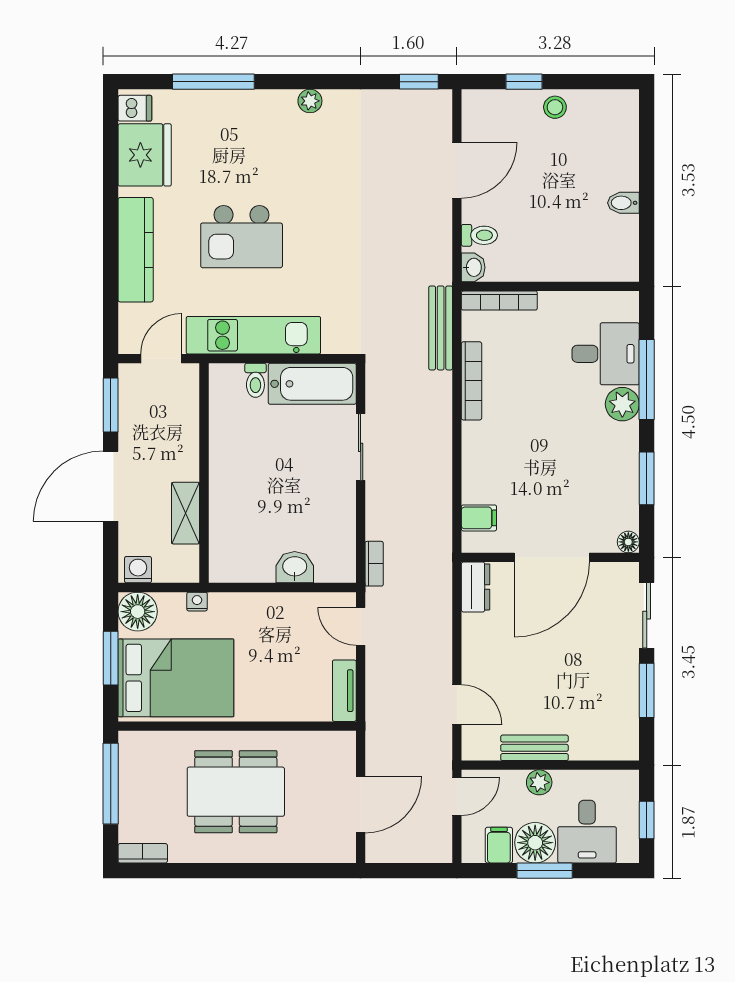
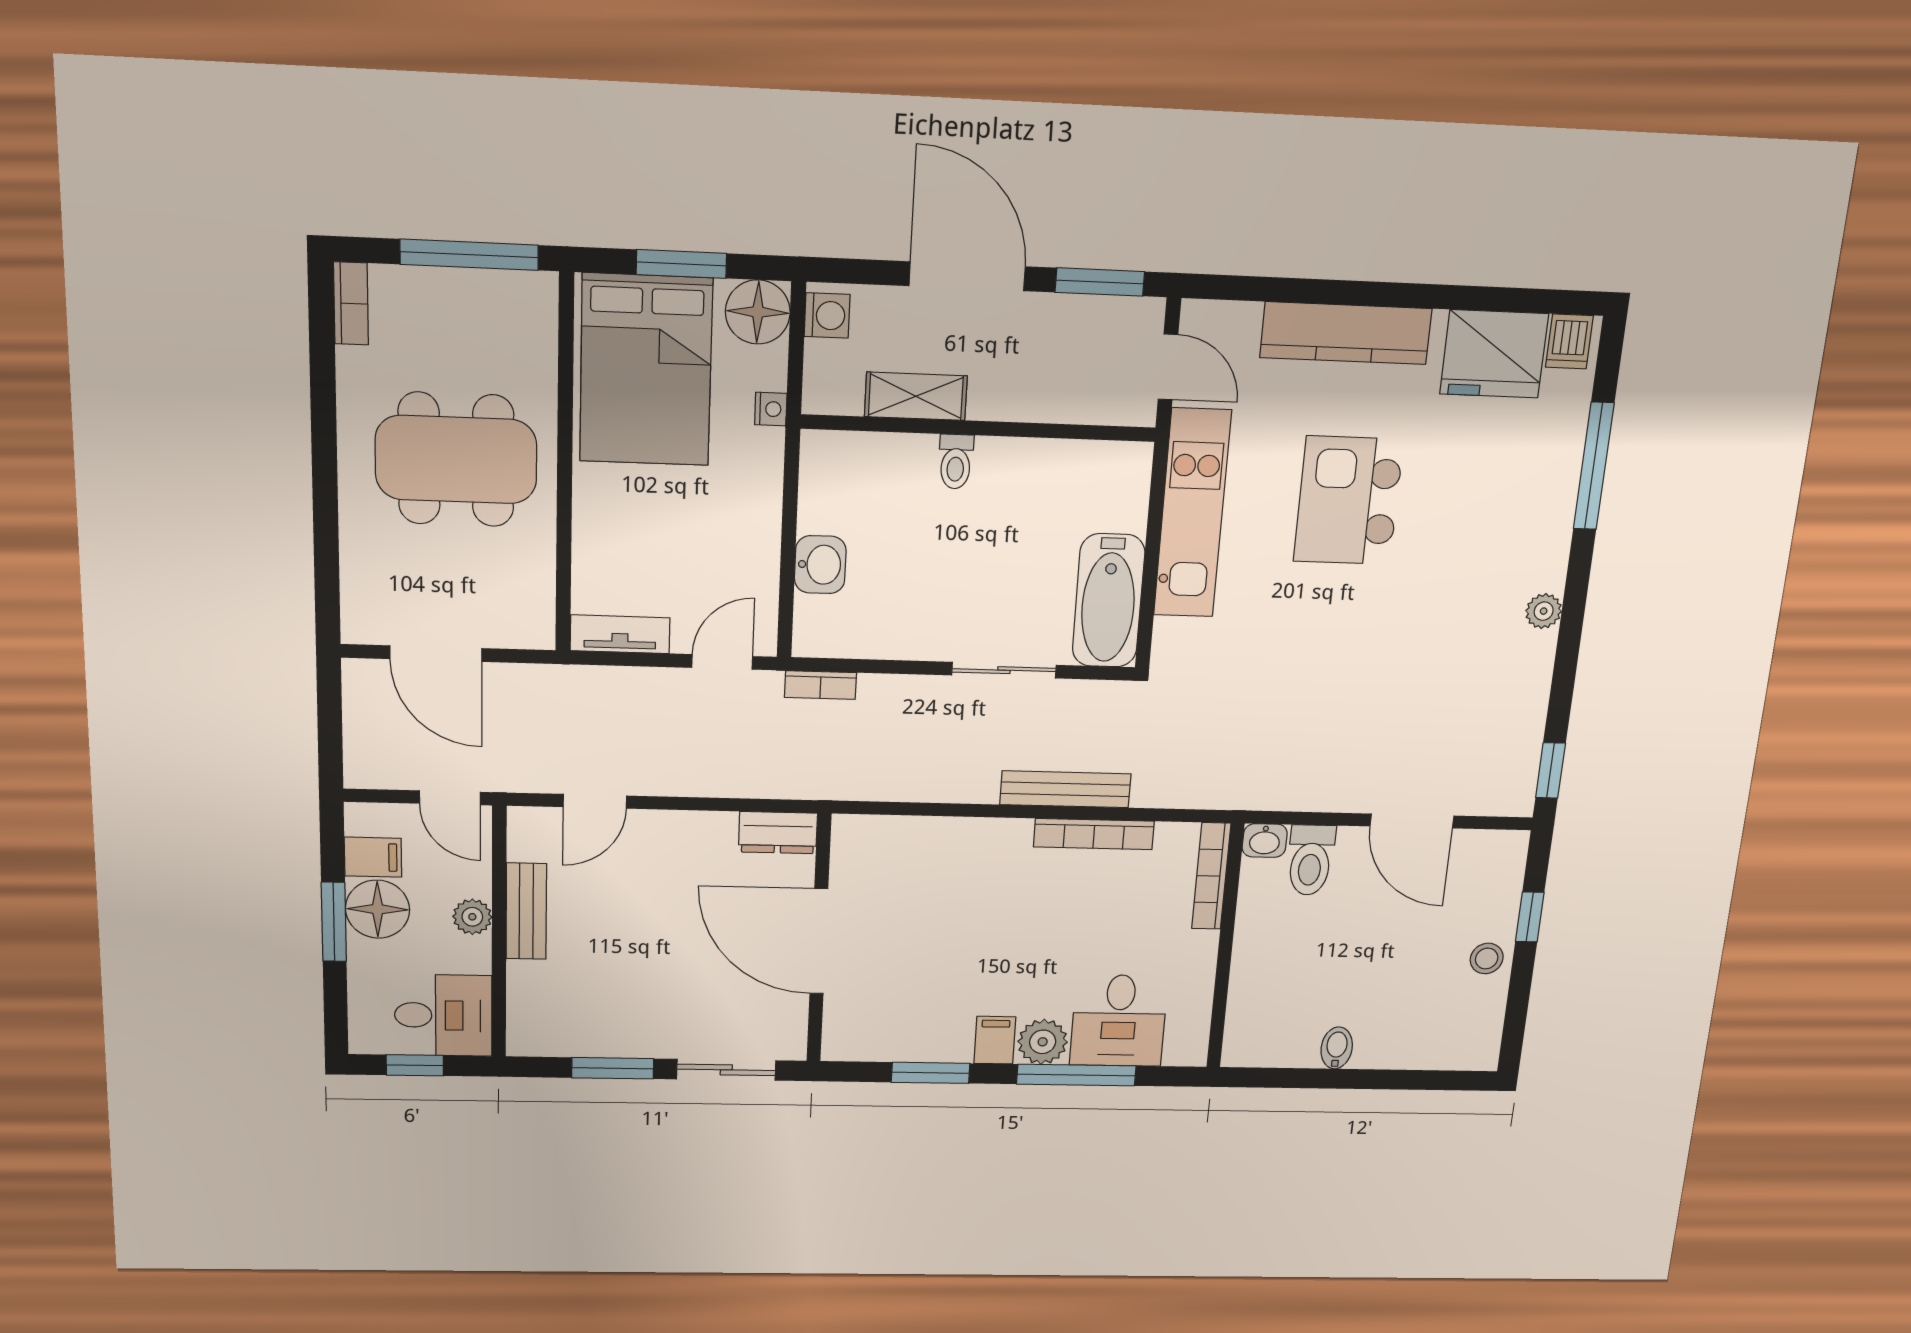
toilet: (479, 235) -> (1310, 860), width x1.37, depth x1.39
bench: (441, 328) -> (1065, 789), moved
toilet: (255, 380) -> (956, 462), moved, turned -90
filing cabinet: (479, 518) -> (995, 1040), moved, turned 180
floor lamp: (628, 542) -> (837, 1047), removed
dining table: (236, 792) -> (456, 460), turned 90
desk: (587, 832) -> (443, 1015), moved, turned 180

